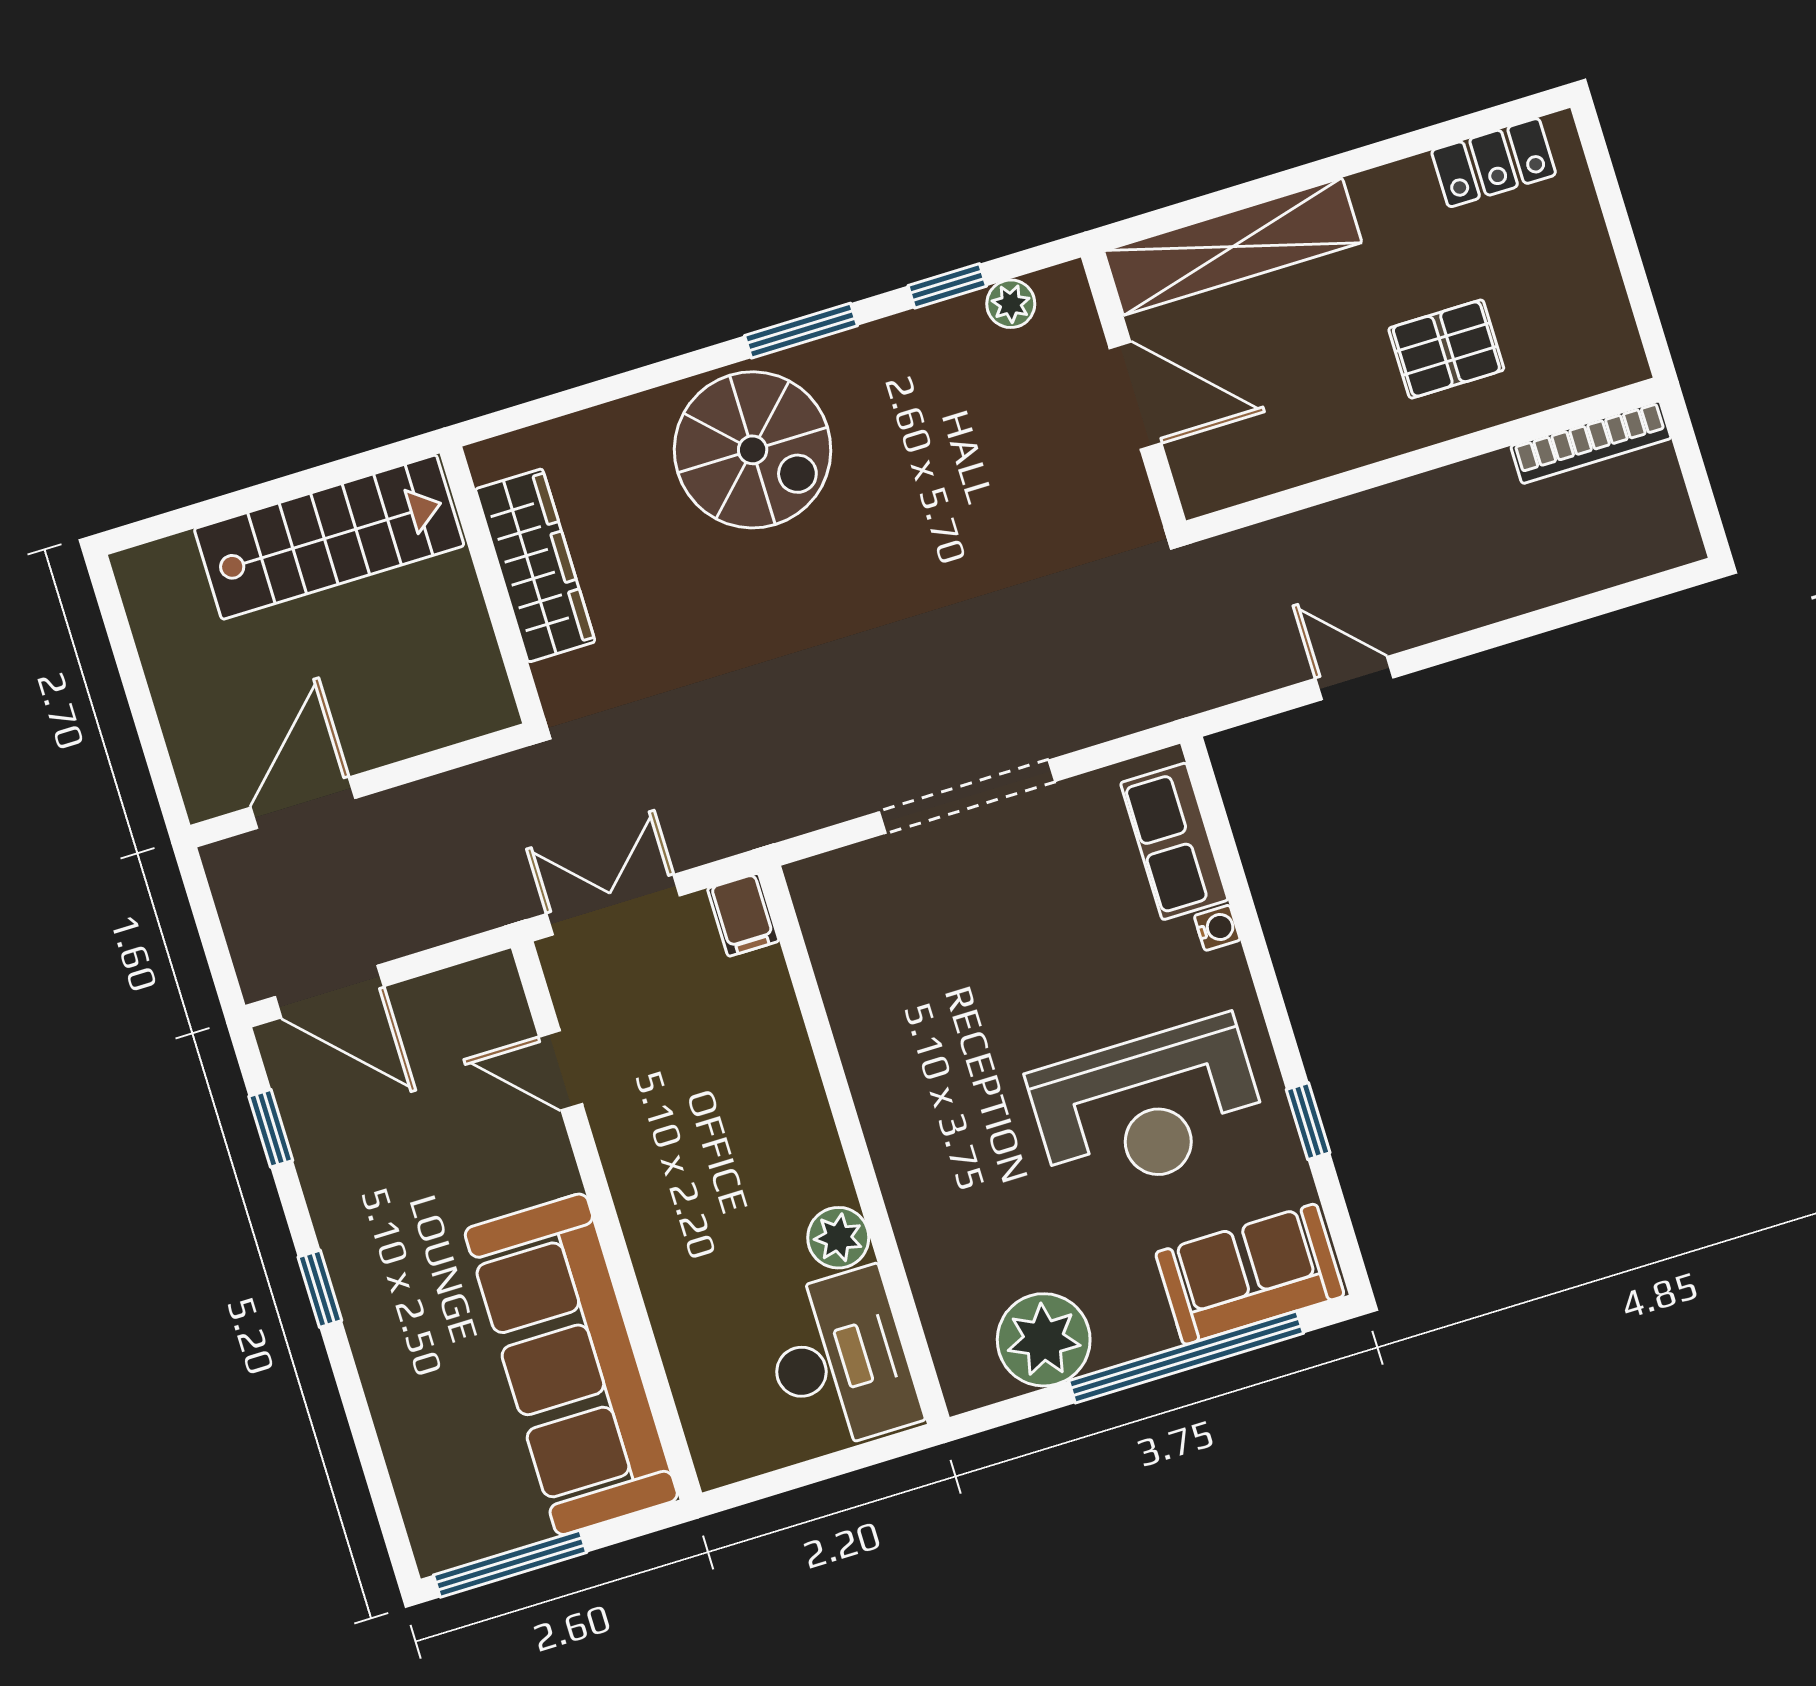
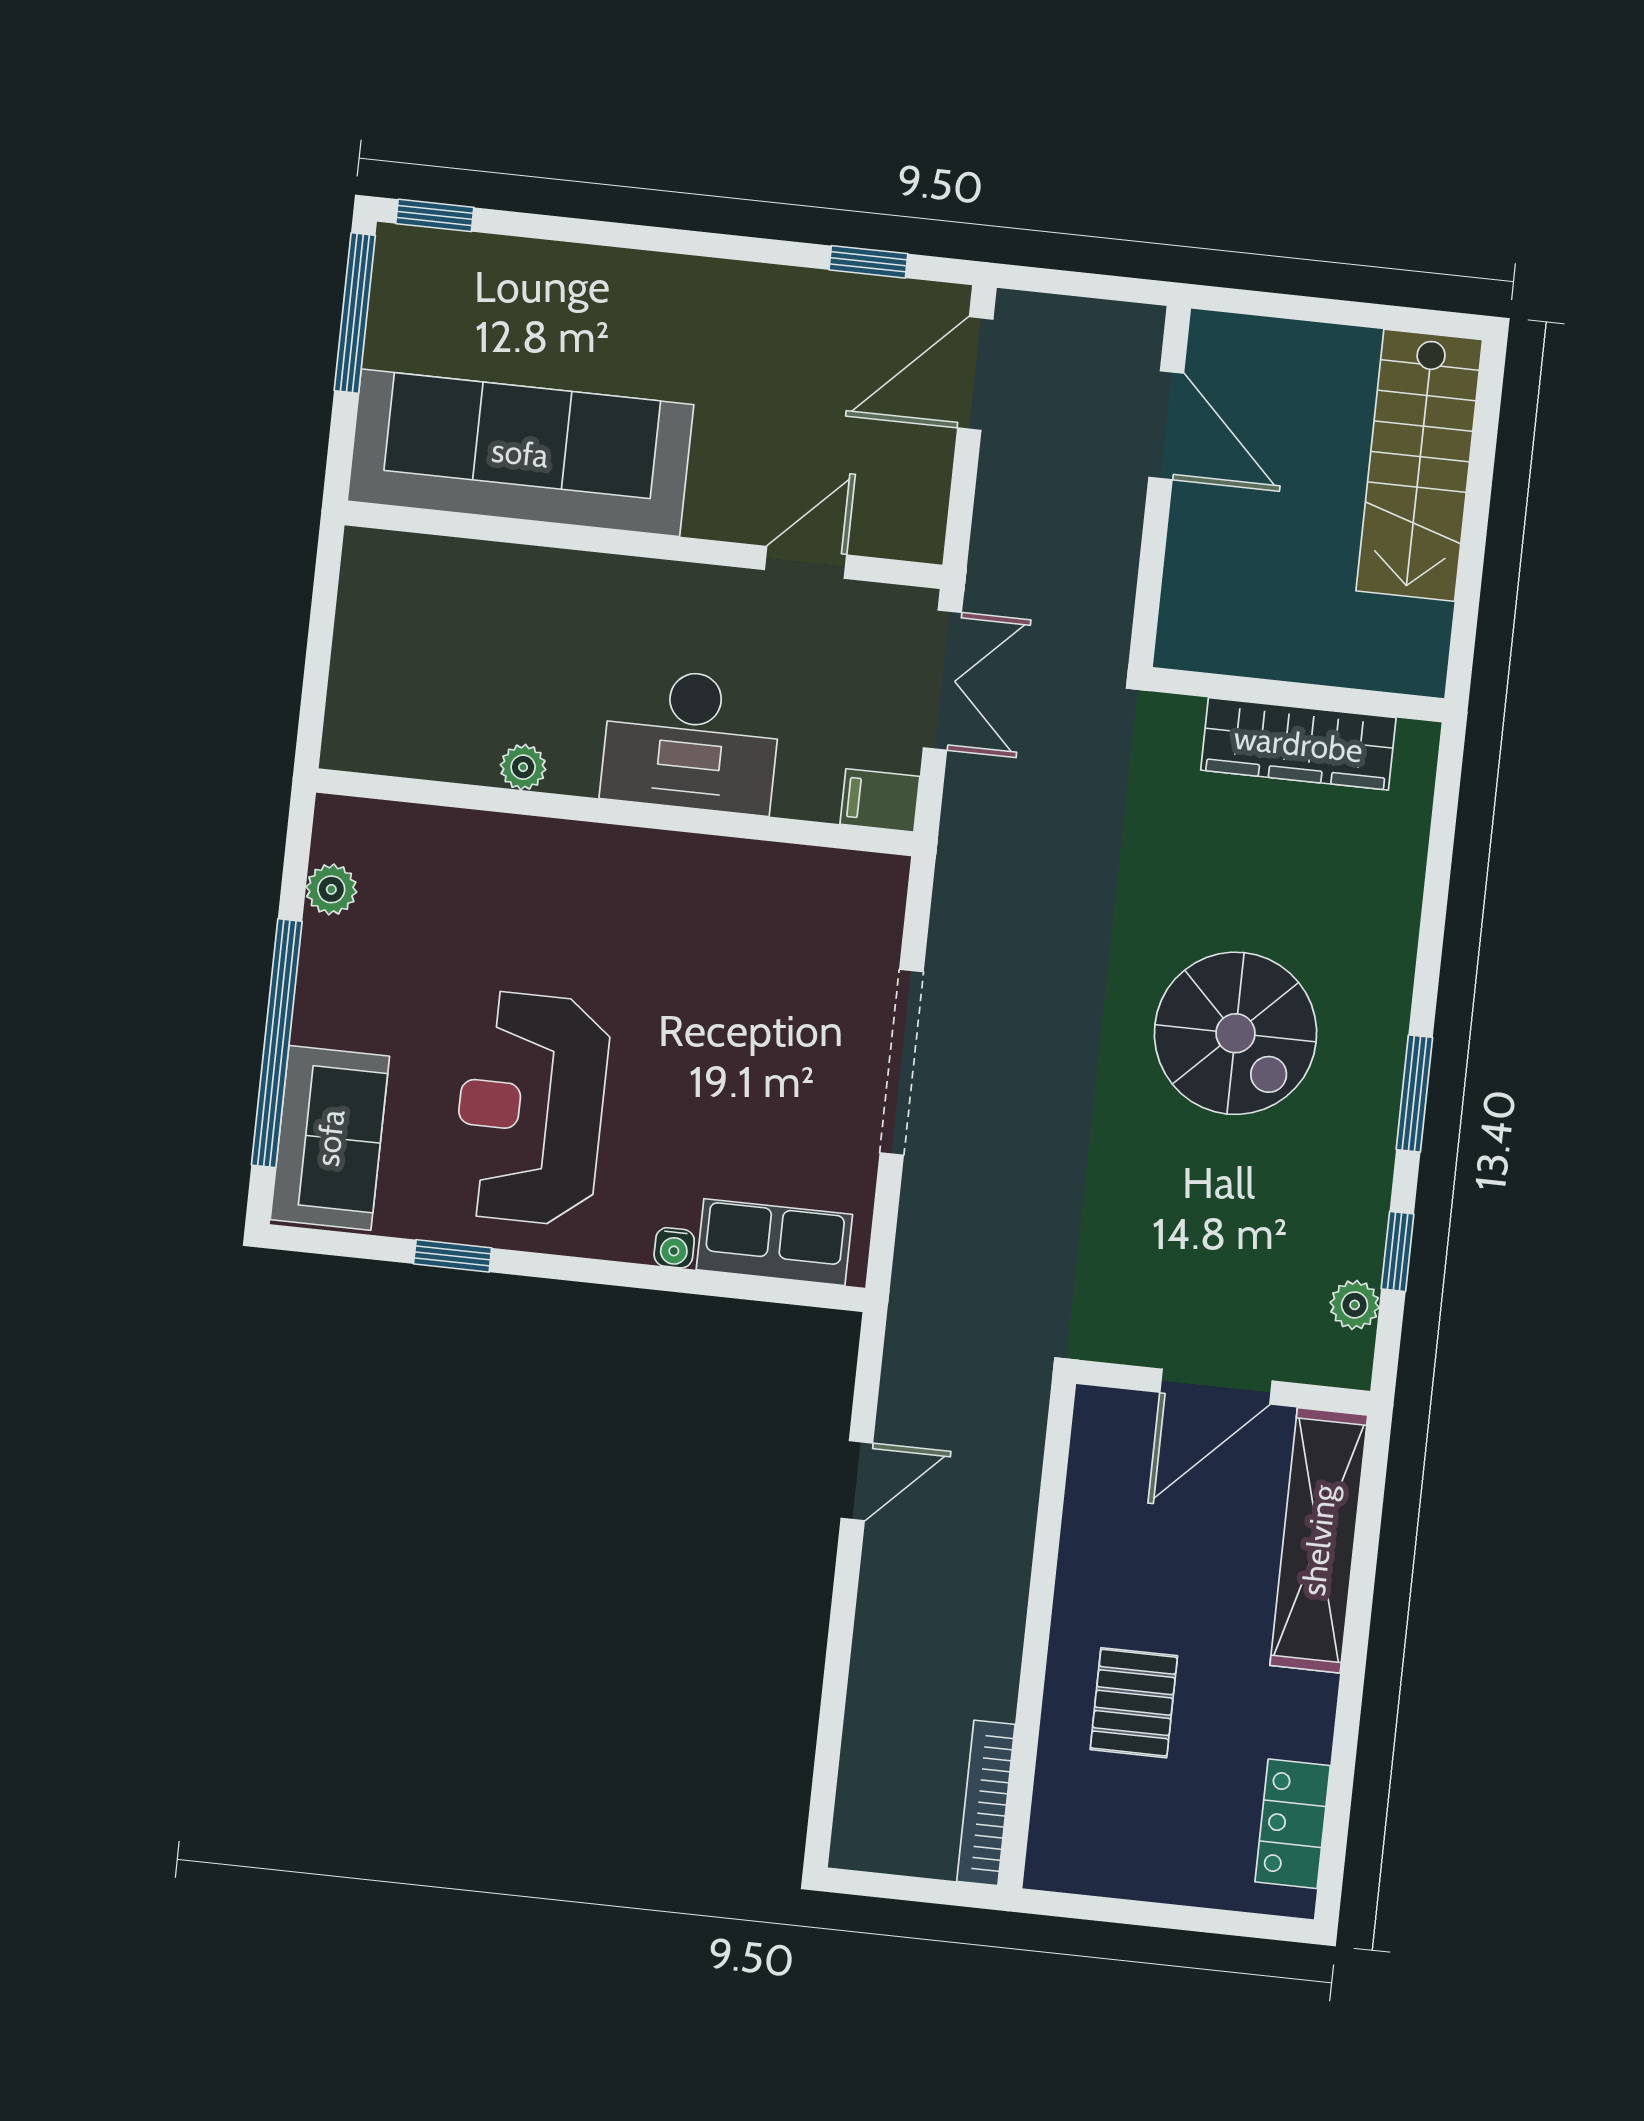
spiral stairs: (753, 450) -> (1235, 1033), moved, turned -90
stairs: (329, 537) -> (1419, 465), moved
plant: (838, 1238) -> (523, 767), width x0.73, depth x0.73
window: (320, 1289) -> (435, 215), moved
plant: (1044, 1340) -> (331, 889), width x0.53, depth x0.53
desk: (840, 1360) -> (691, 741), moved

